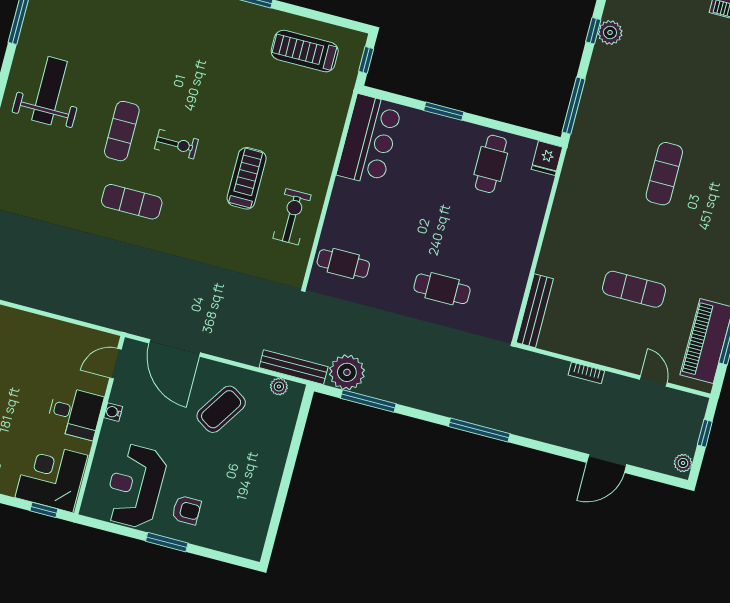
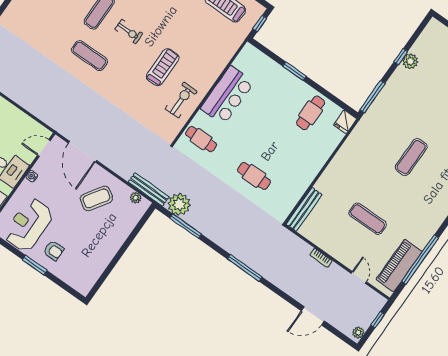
bar counter: (369, 140) -> (227, 95), moved

